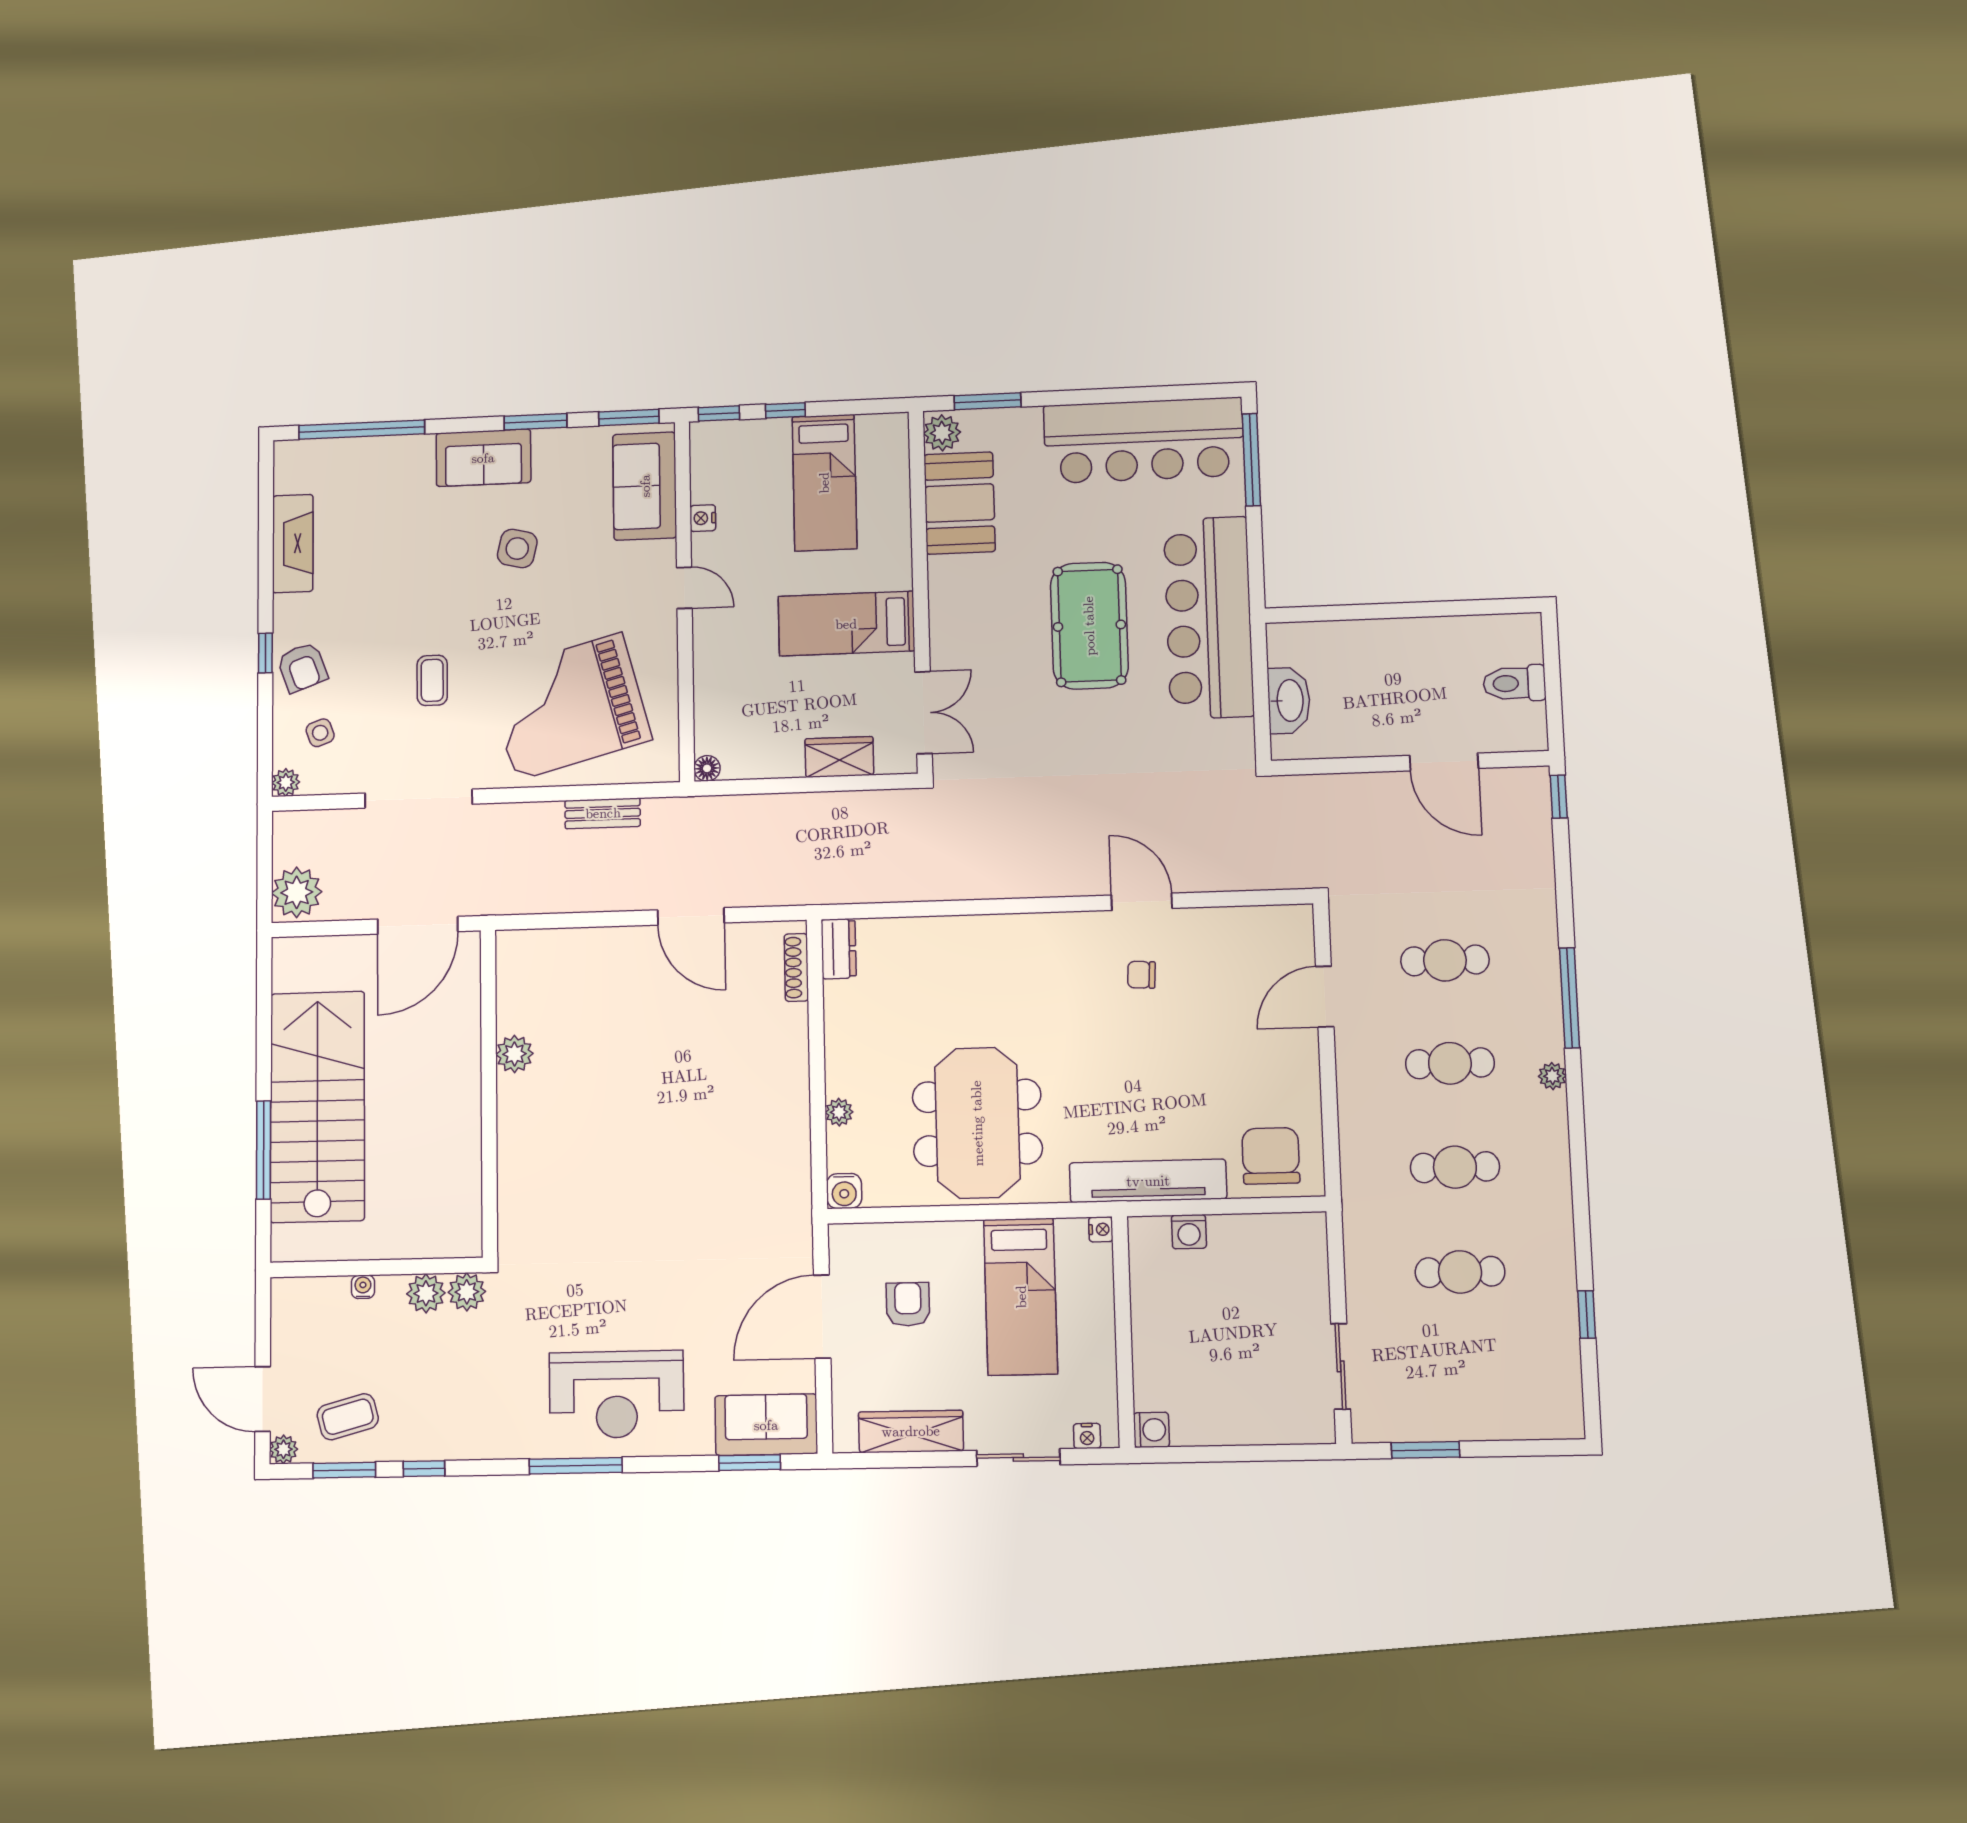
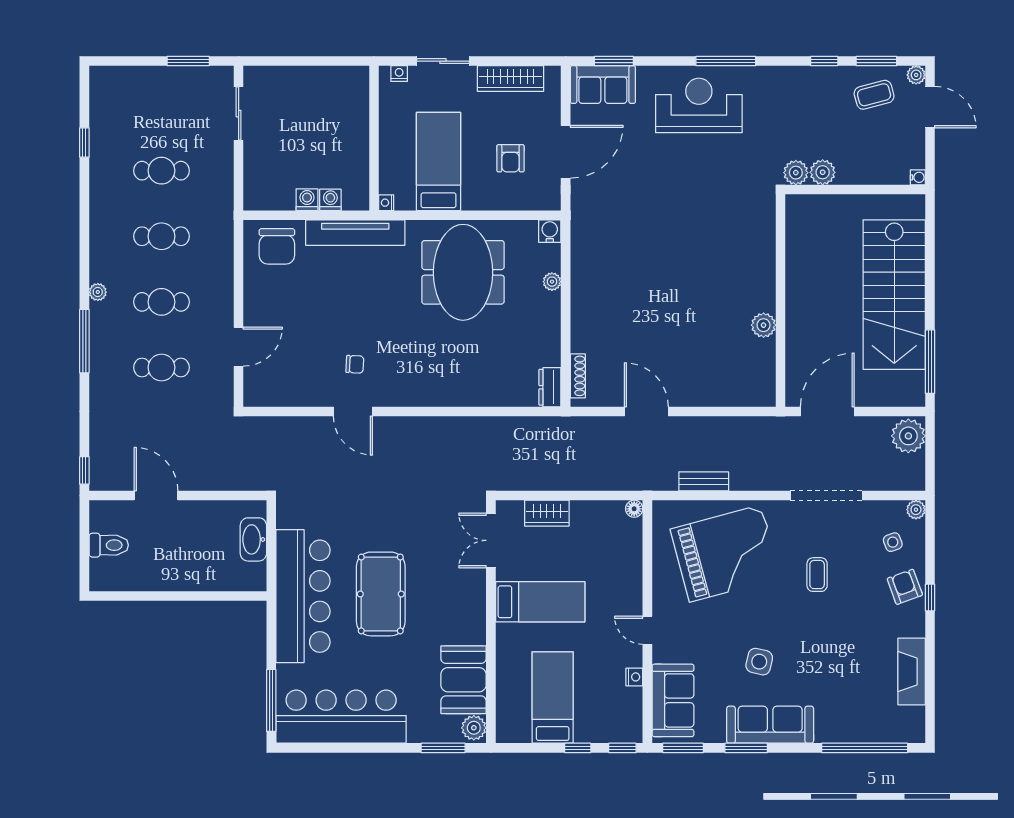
sofa: (483, 458) -> (770, 725), width x1.36
window: (264, 1150) -> (930, 362), moved
water cooler: (363, 1287) -> (918, 177), moved, turned -90
washing machine: (1151, 1430) -> (307, 200), moved, turned 90

